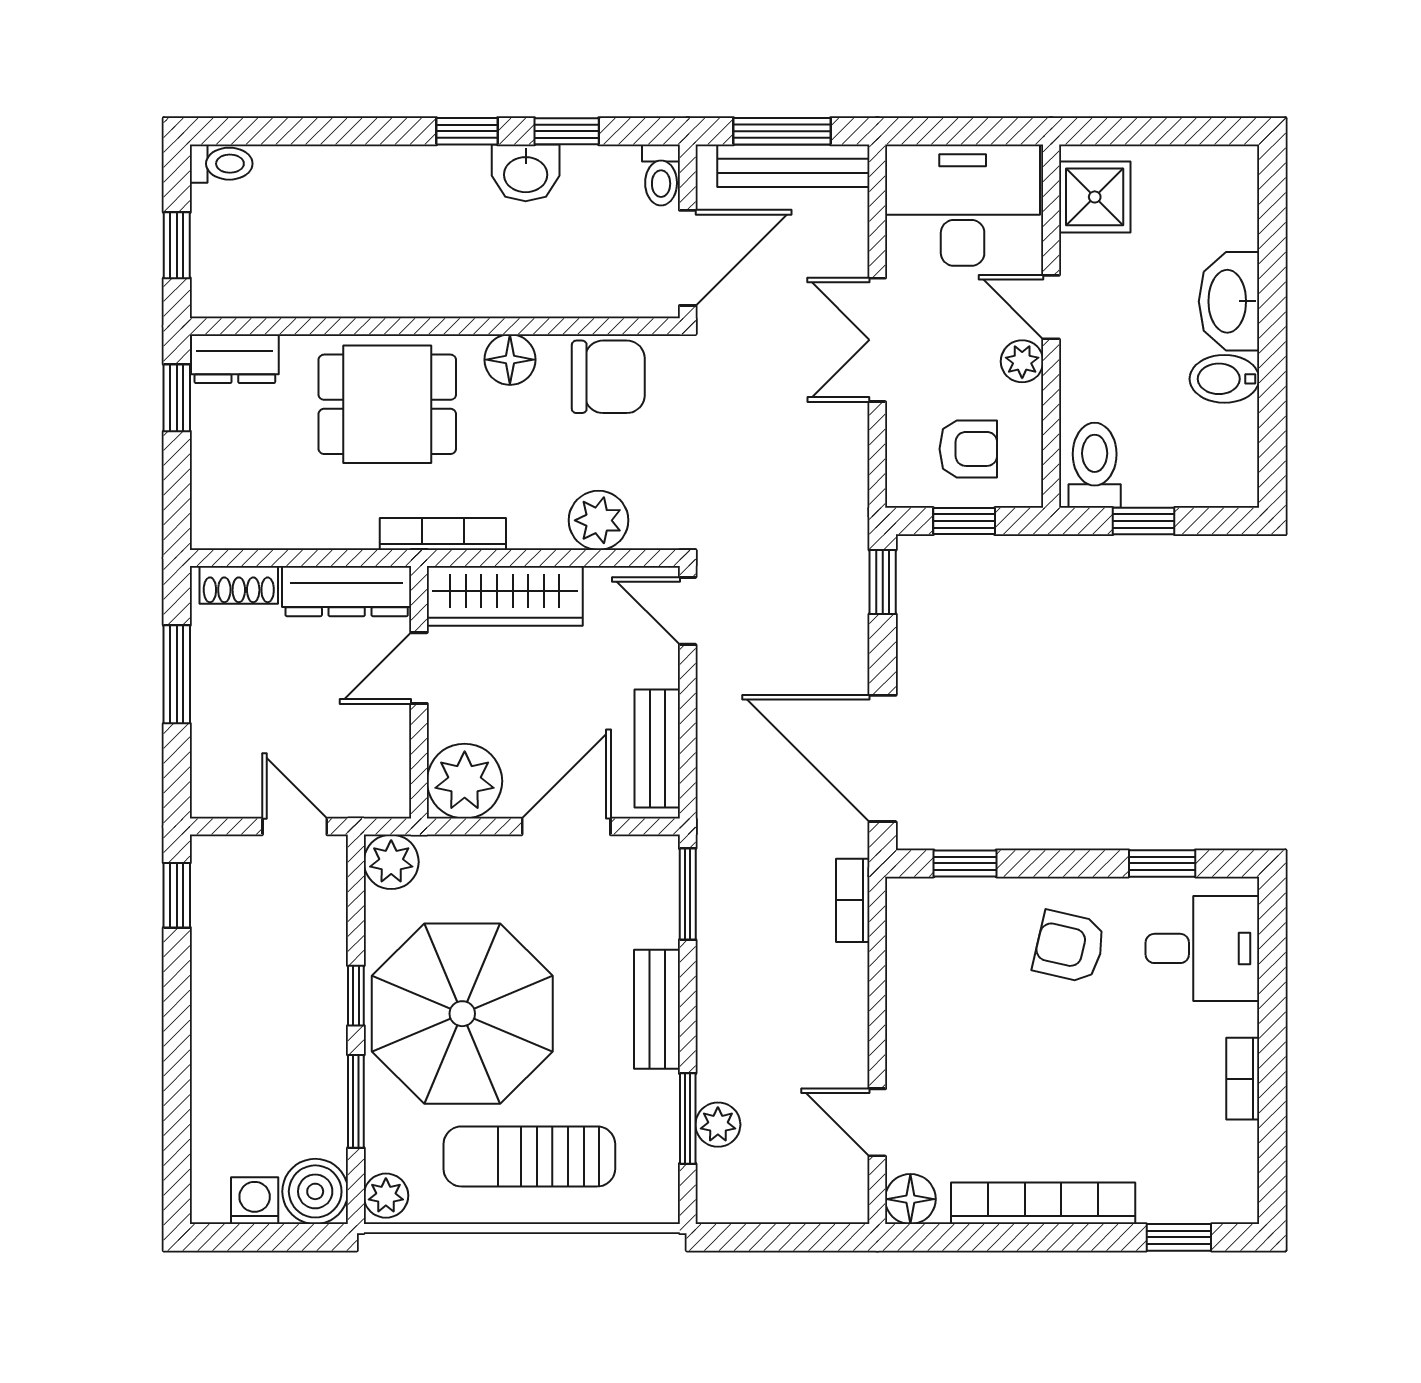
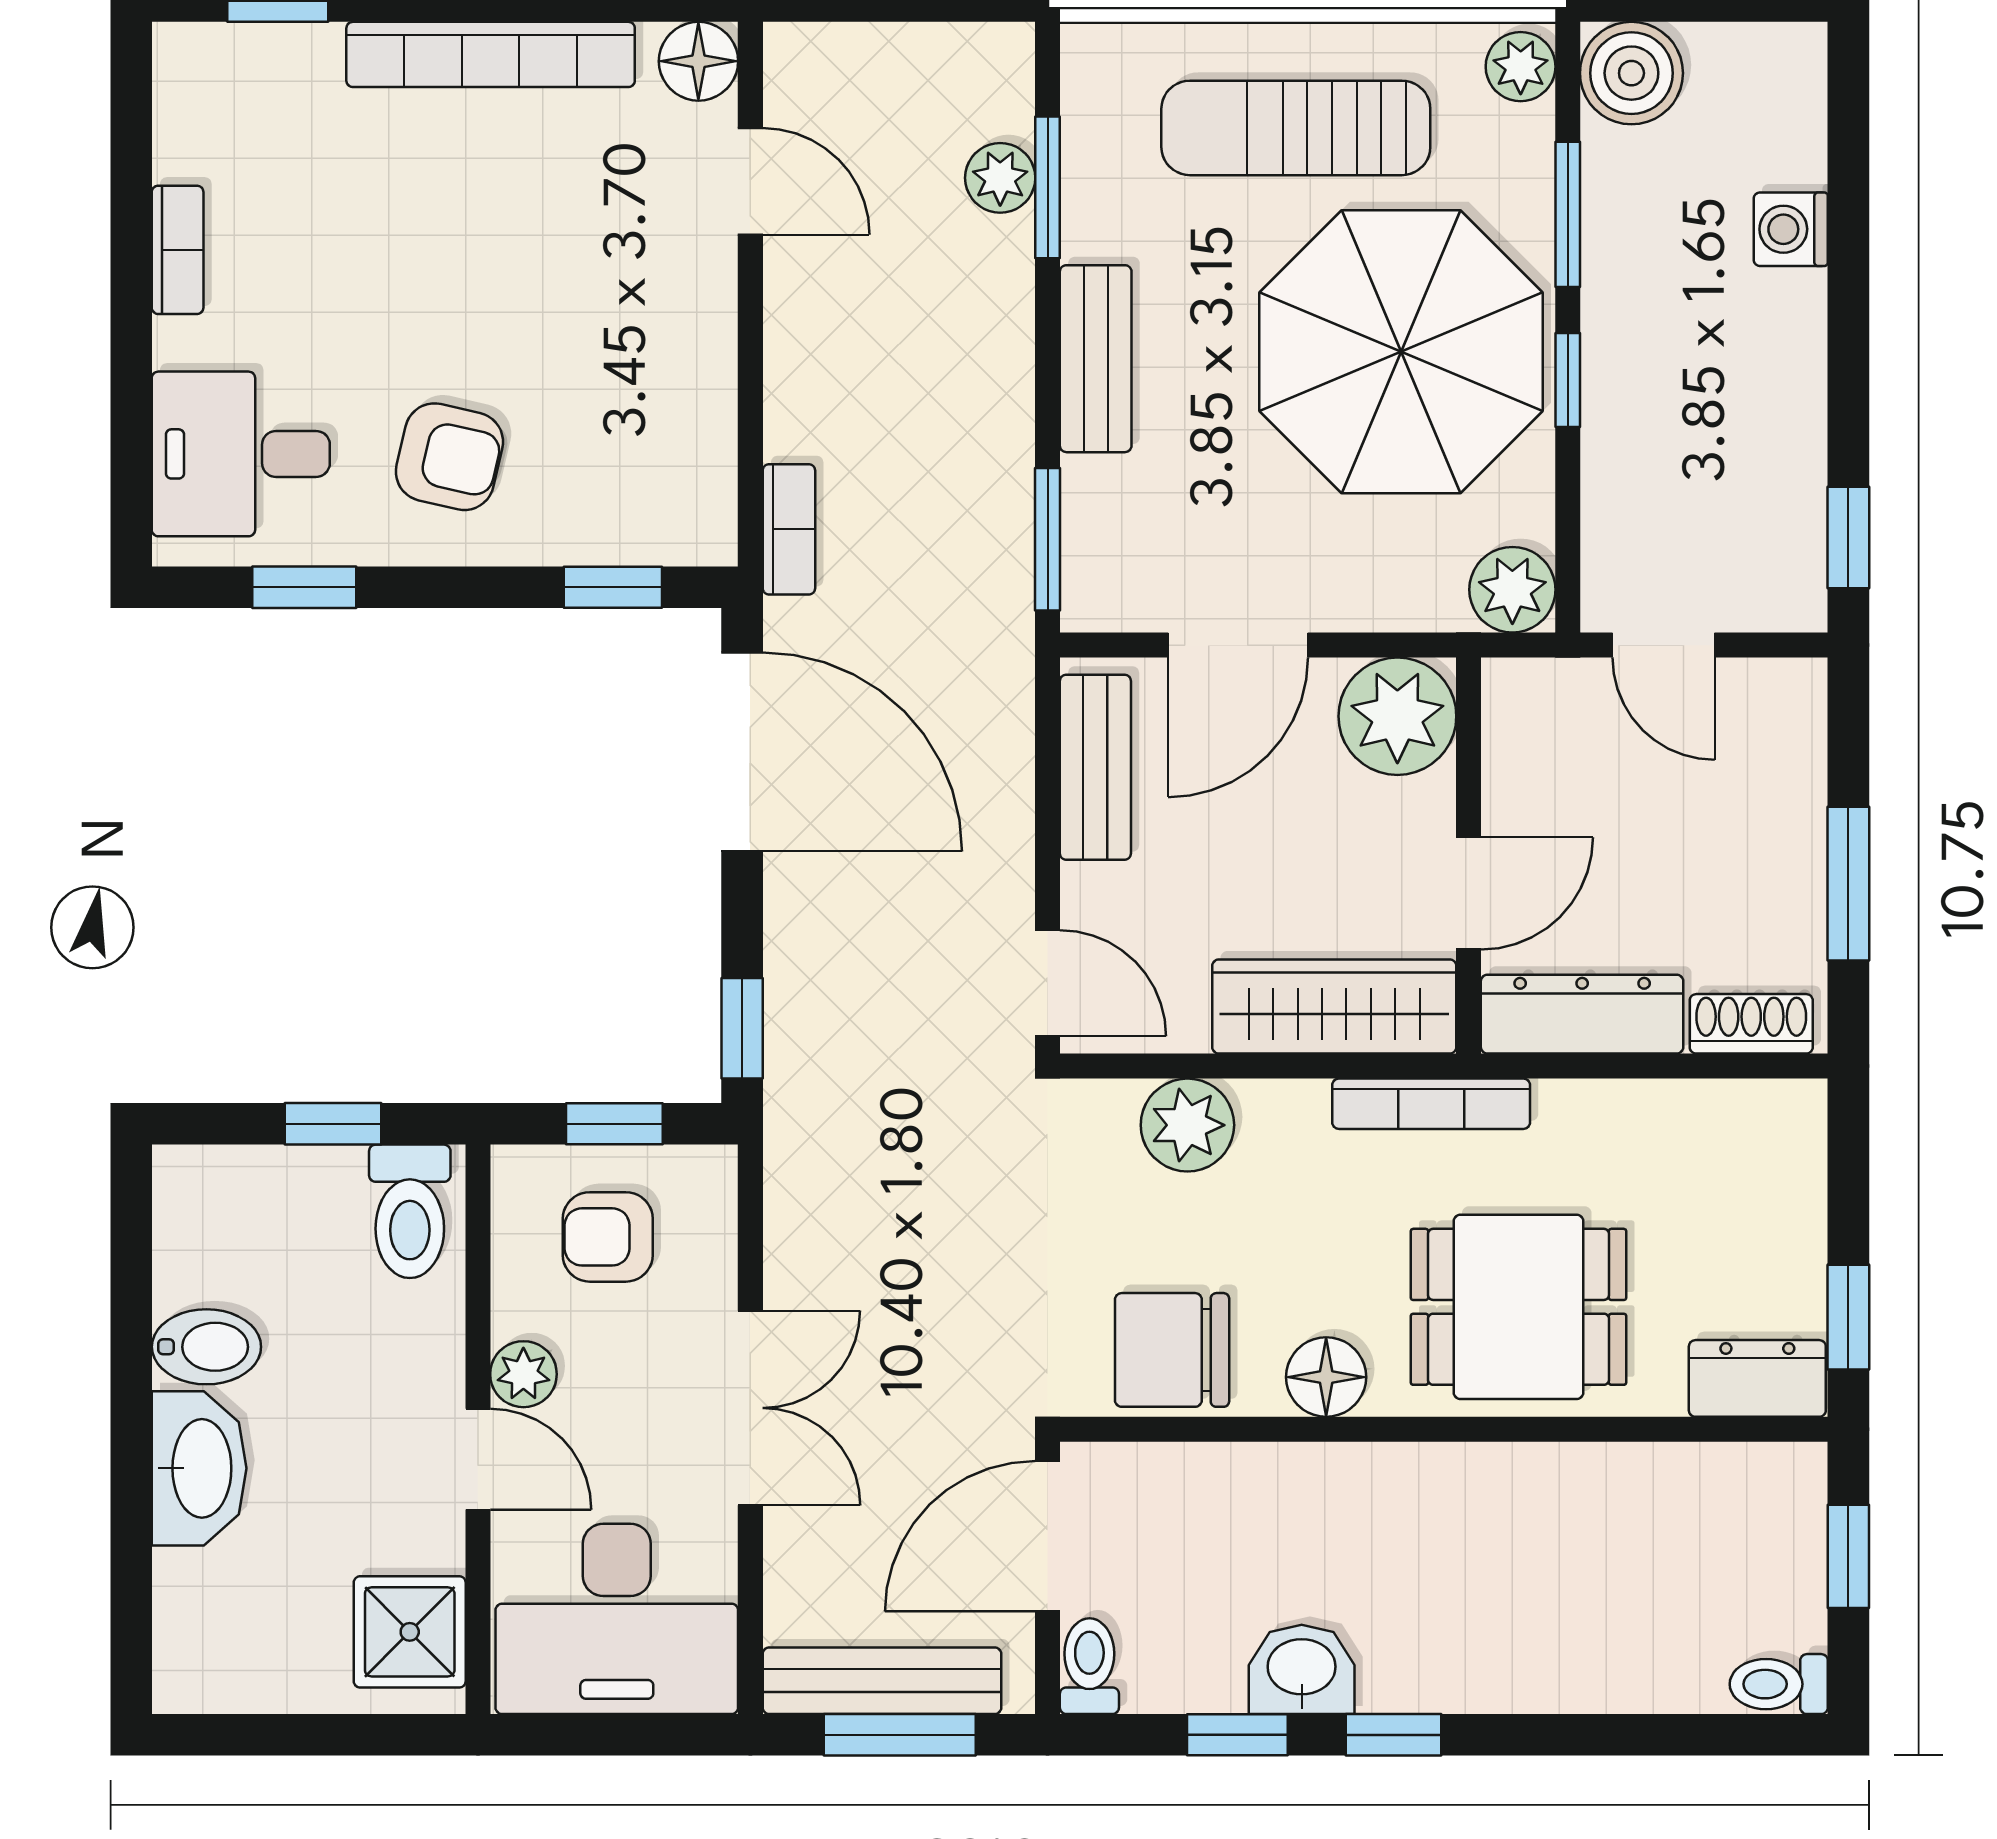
sun lounger: (529, 1156) -> (1296, 128), turned 180
washing machine: (255, 1201) -> (1791, 229), moved, turned 90

